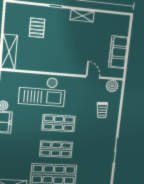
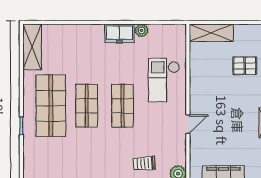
door: (93, 77) -> (188, 124), moved
checkout: (42, 91) -> (164, 80), width x0.73, depth x0.83

